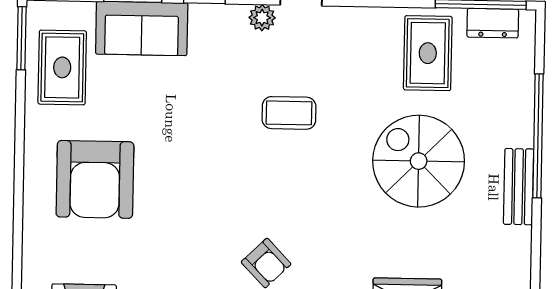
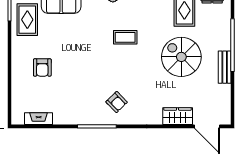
armchair: (95, 179) -> (42, 67), width x0.53, depth x0.53

